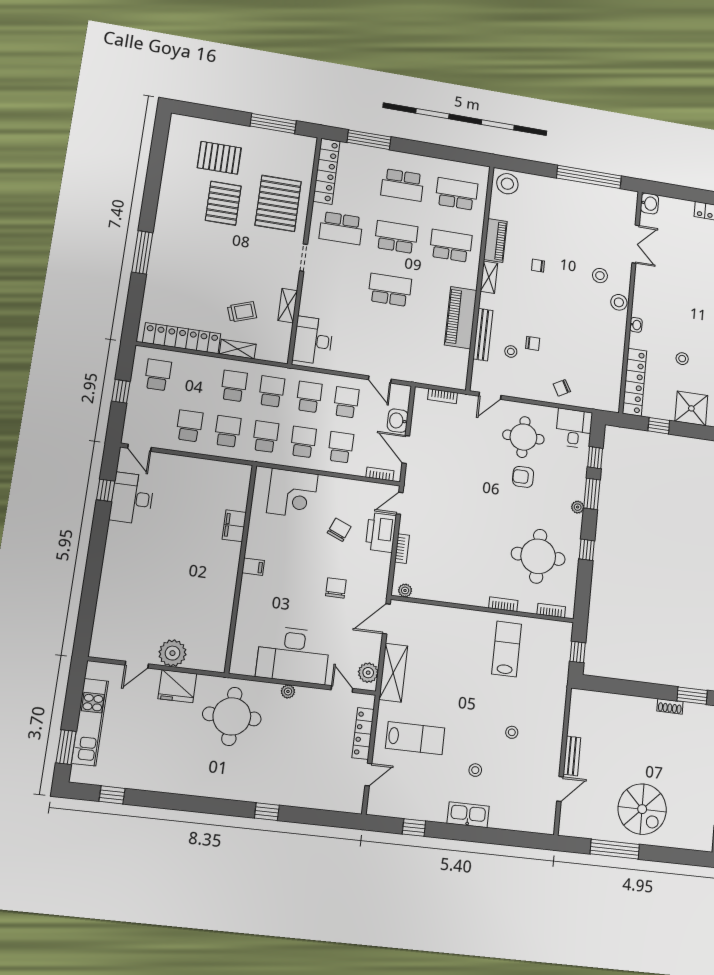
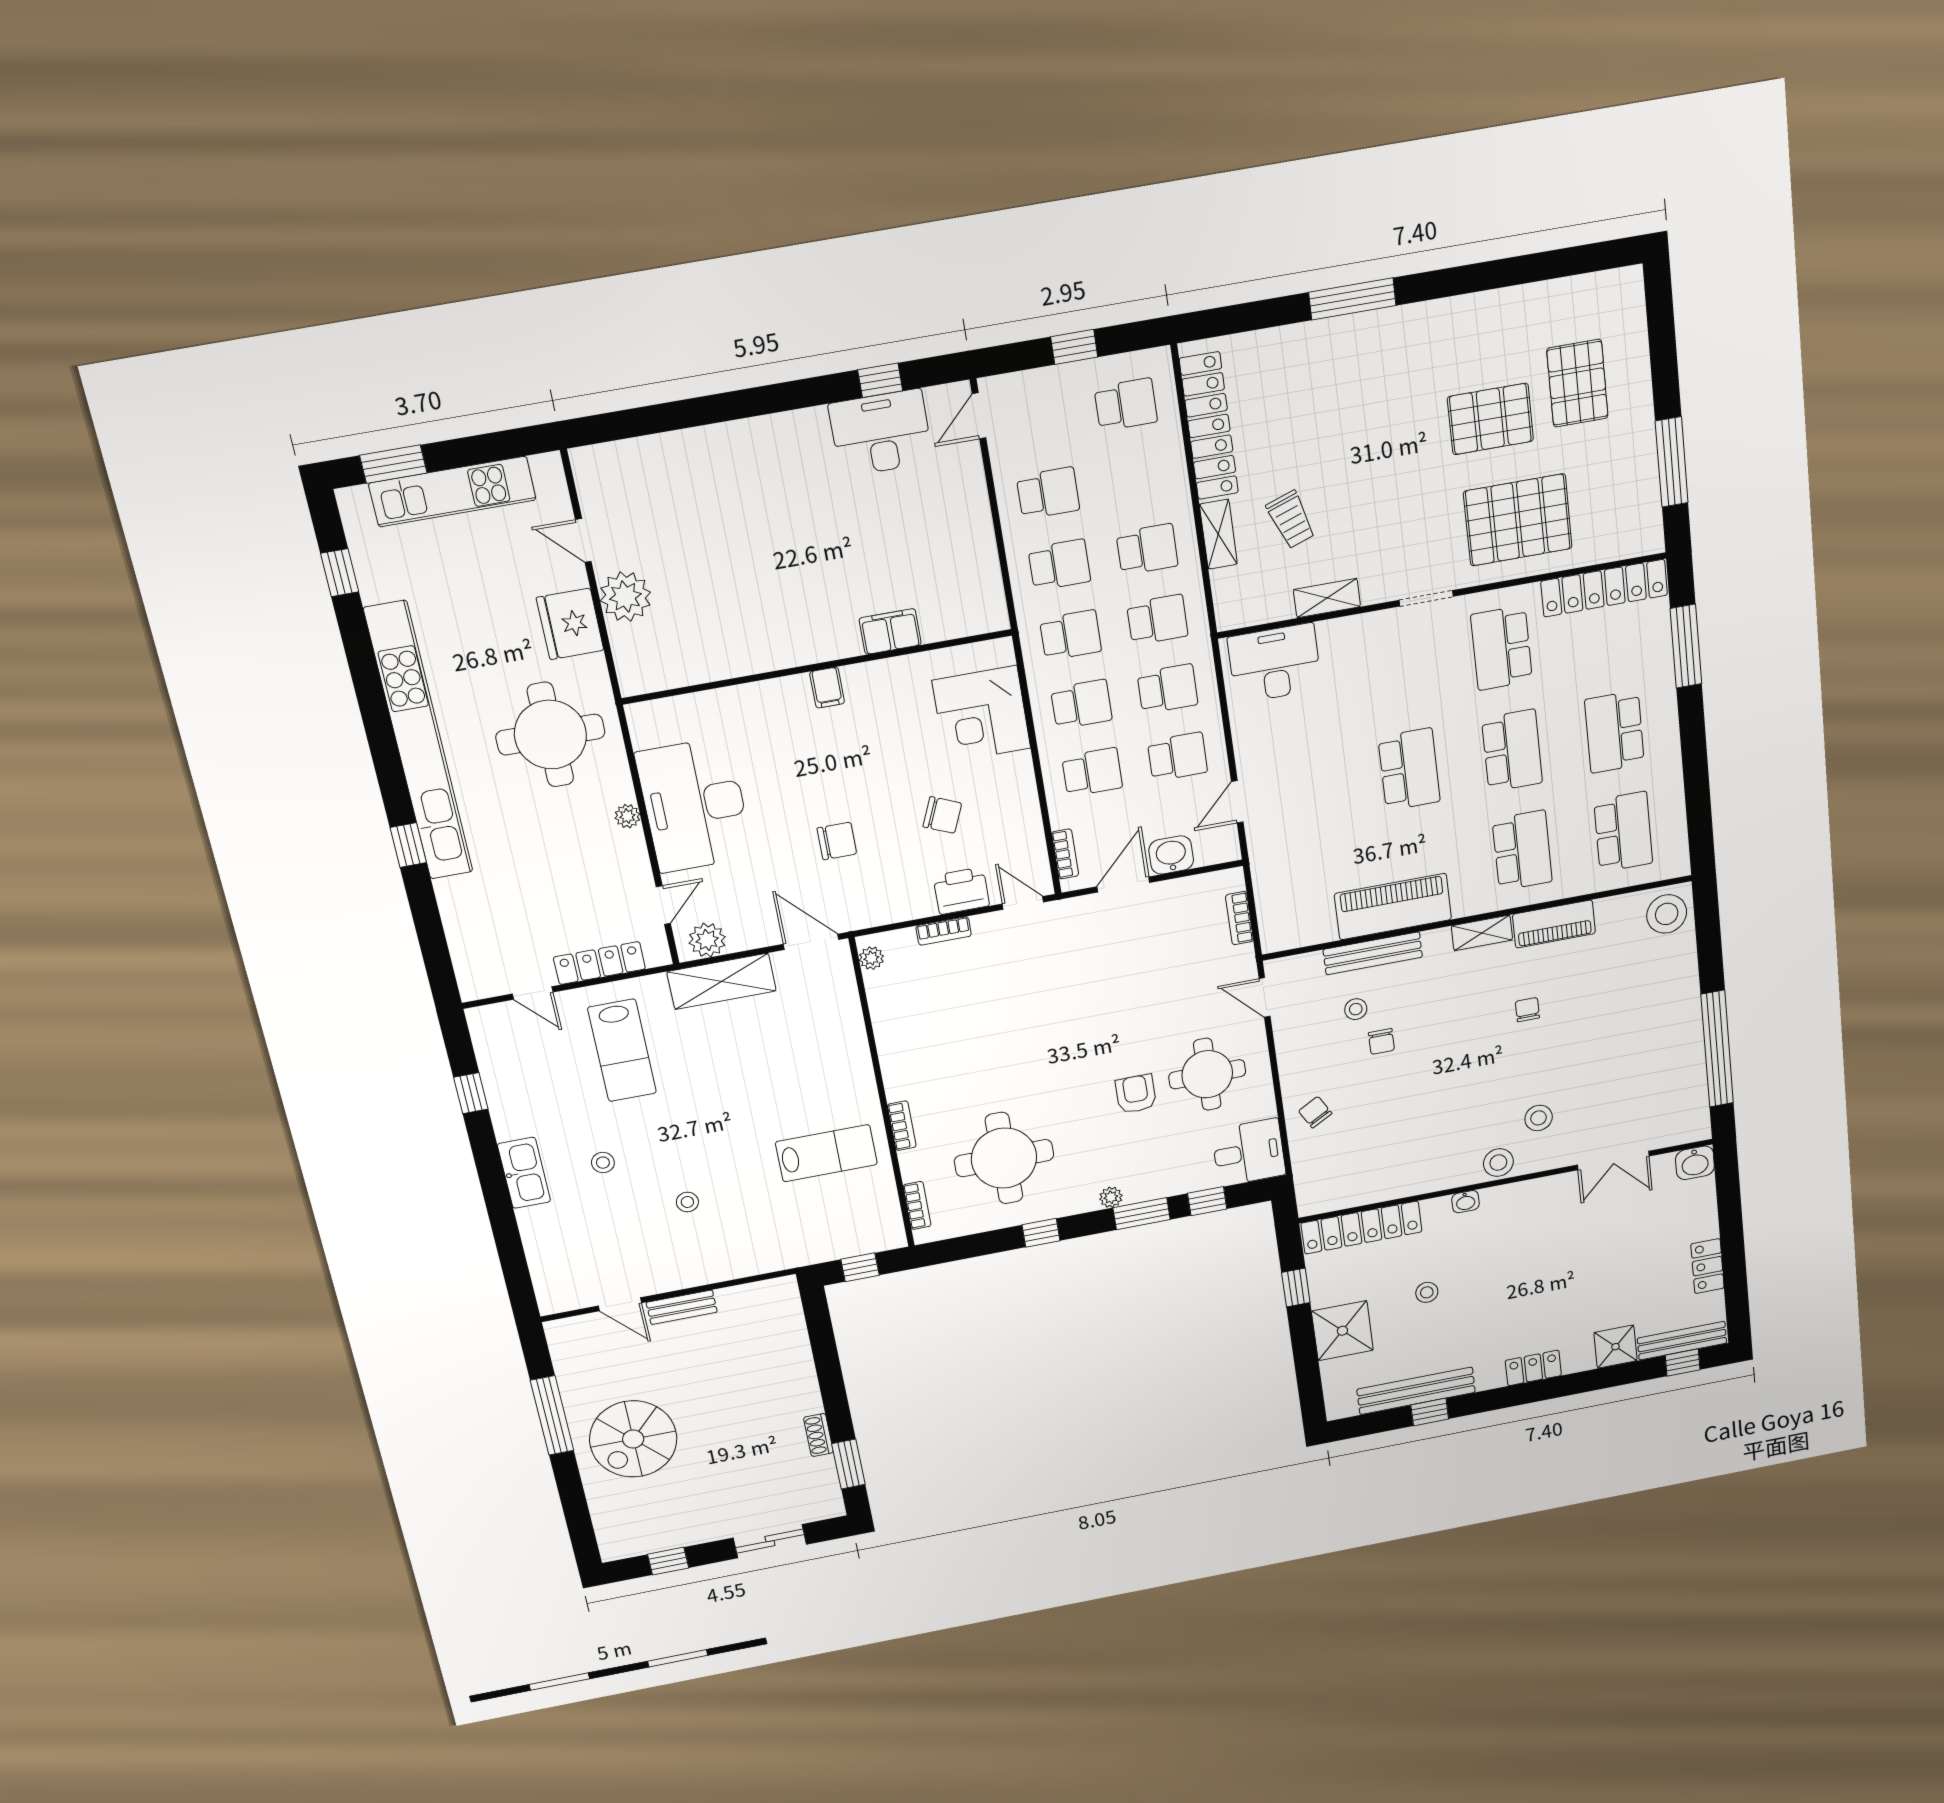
printer: (381, 532) -> (961, 891), width x0.73, depth x0.84
kitchen unit: (213, 786) -> (419, 742), added

